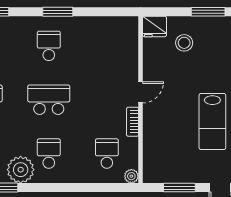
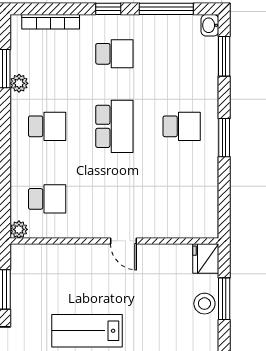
window: (208, 12) -> (224, 299), moved
stool: (184, 43) -> (204, 304), moved
bookcase: (133, 122) -> (87, 231), removed
plant: (21, 170) -> (19, 83), width x0.53, depth x0.53

